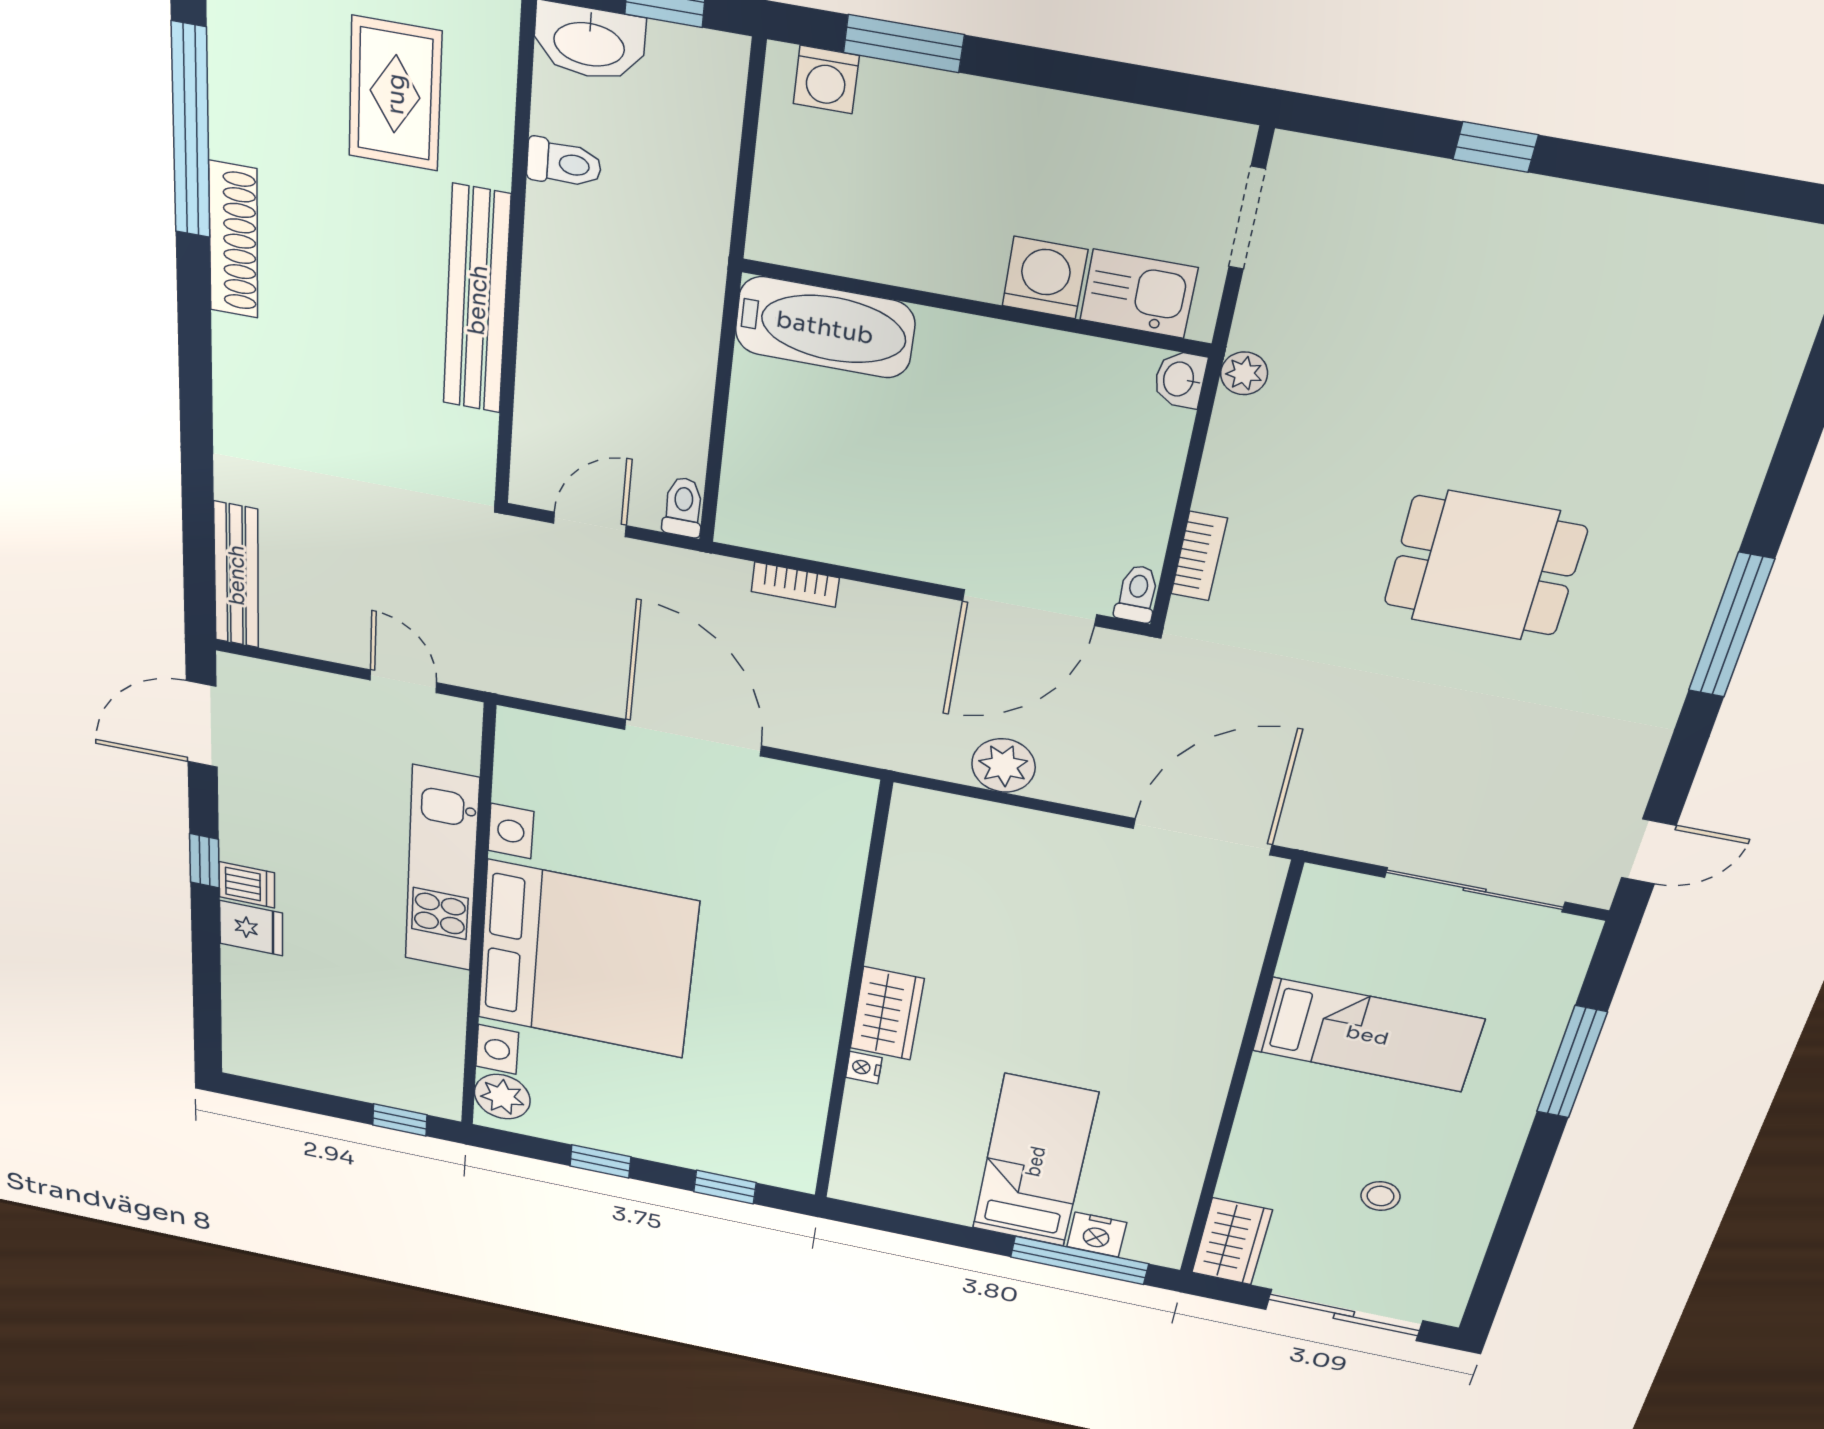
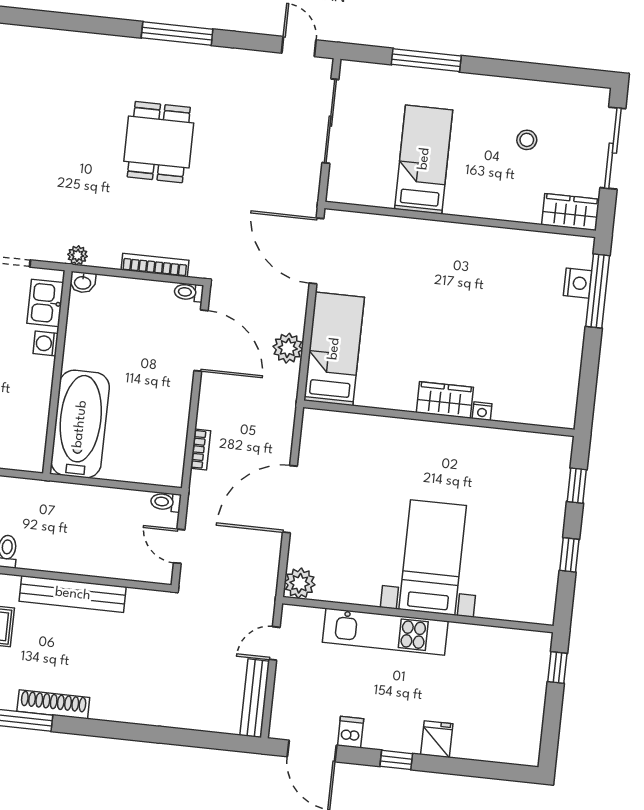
washing machine: (1045, 278) -> (46, 343), width x0.73, depth x0.73
bathtub: (825, 327) -> (80, 424), width x1.36, depth x1.36
bookcase: (1199, 556) -> (155, 265), width x1.56
bench: (236, 575) -> (255, 698), moved, turned 90
dishwasher: (247, 885) -> (351, 732), moved
bed with nightstands: (587, 960) -> (433, 557), width x0.54
plant: (502, 1097) -> (300, 583), moved
bed: (1035, 1161) -> (334, 349), moved, turned 90

